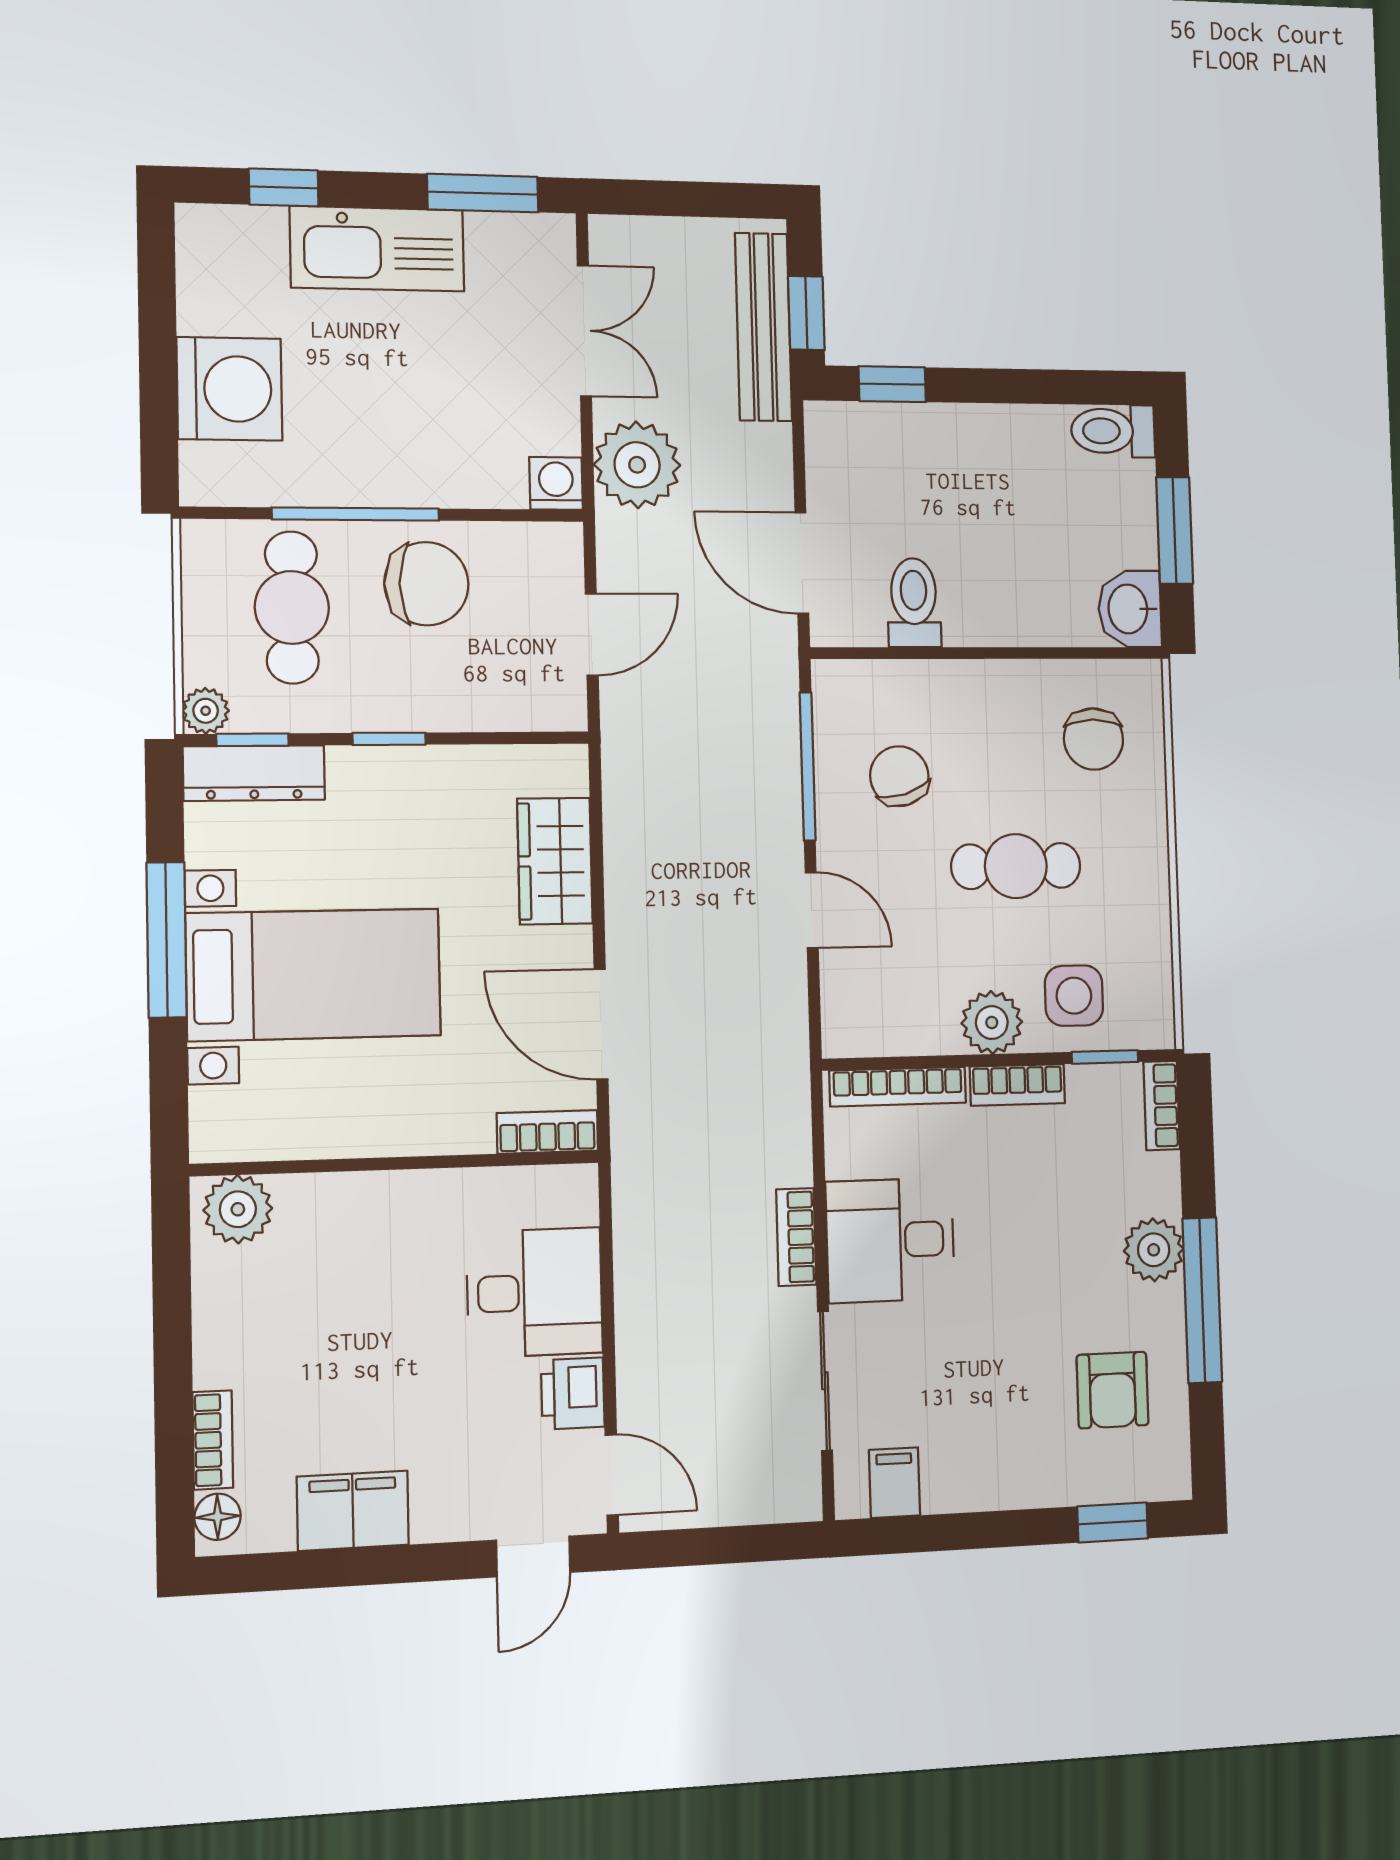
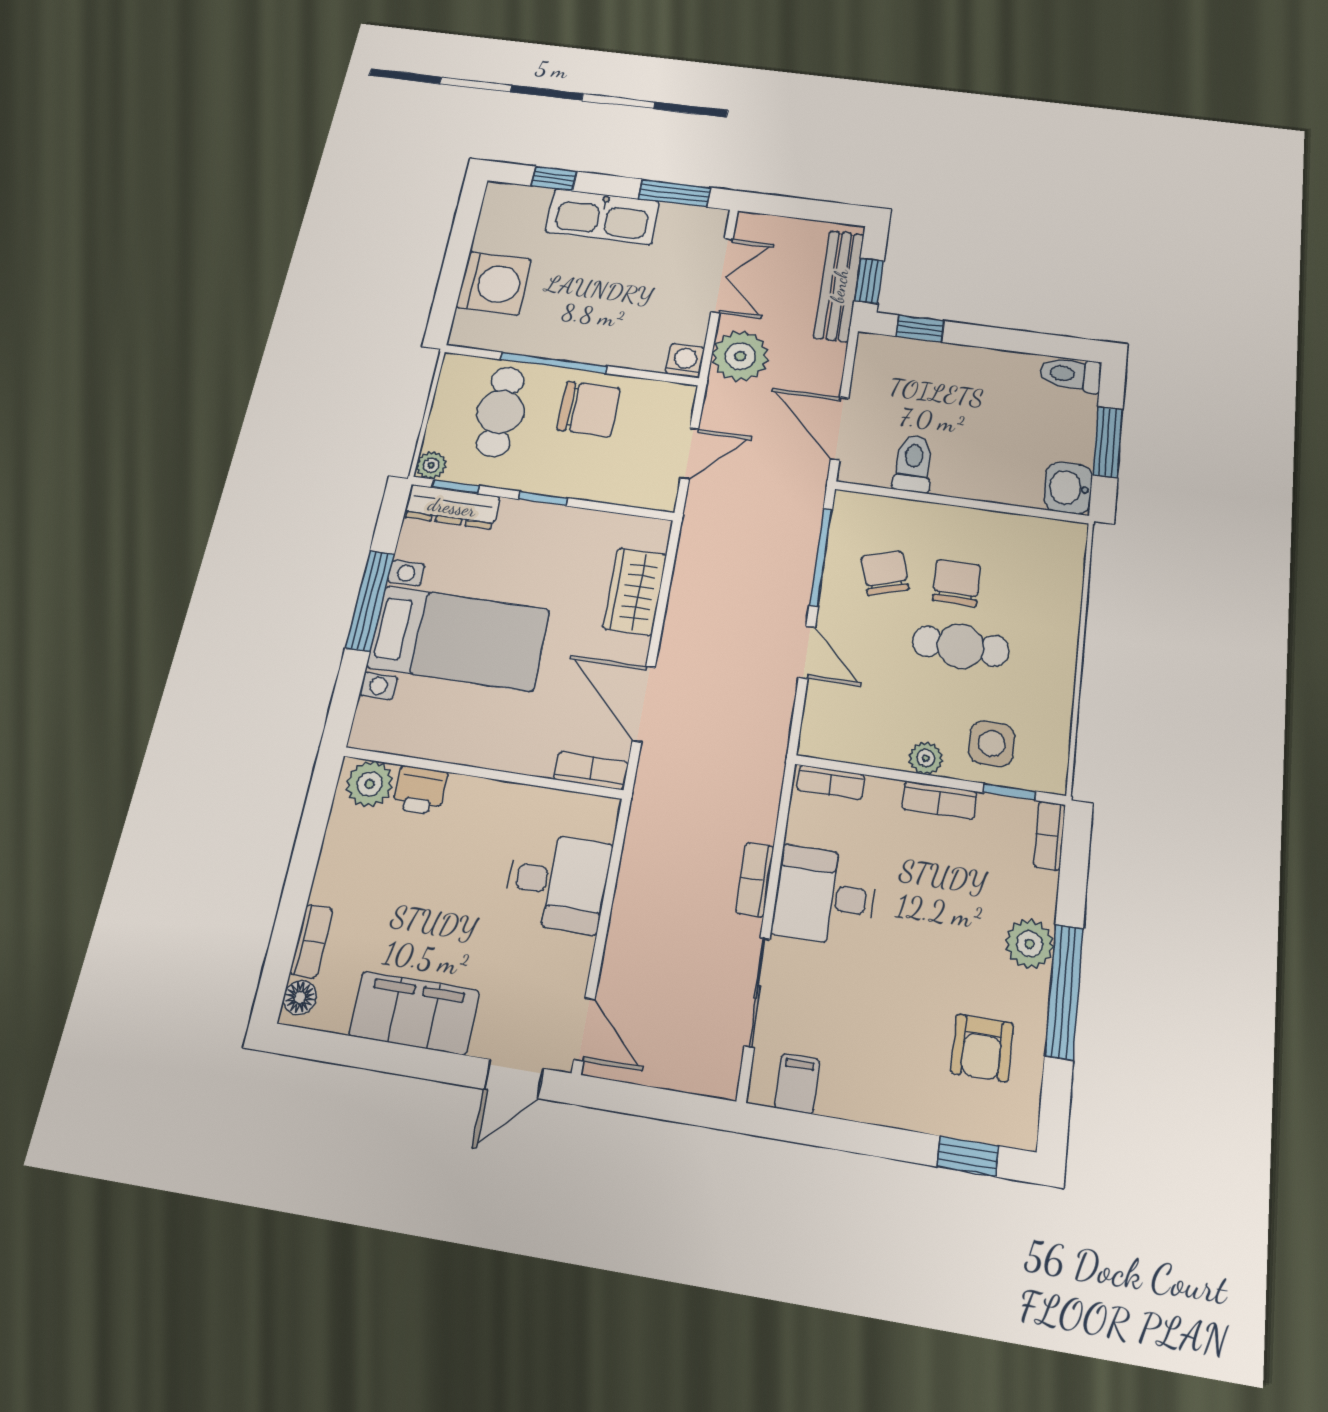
chair: (1093, 739) -> (957, 583), moved, turned 180
plant: (992, 1023) -> (926, 758), width x0.73, depth x0.73
bookcase: (898, 1087) -> (831, 782), width x0.64
printer: (573, 1393) -> (420, 790), moved, turned -90
filing cabinet: (353, 1511) -> (414, 1013), width x1.50, depth x1.17

